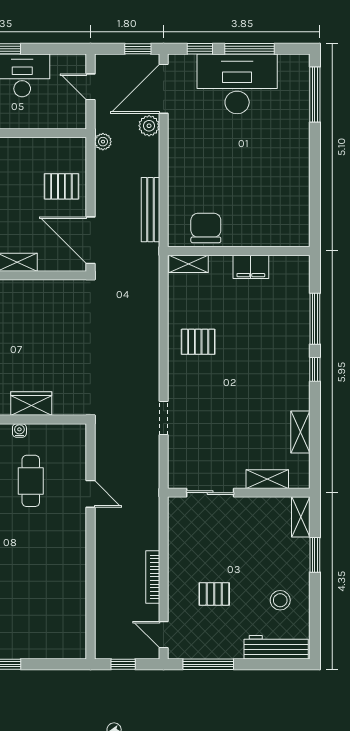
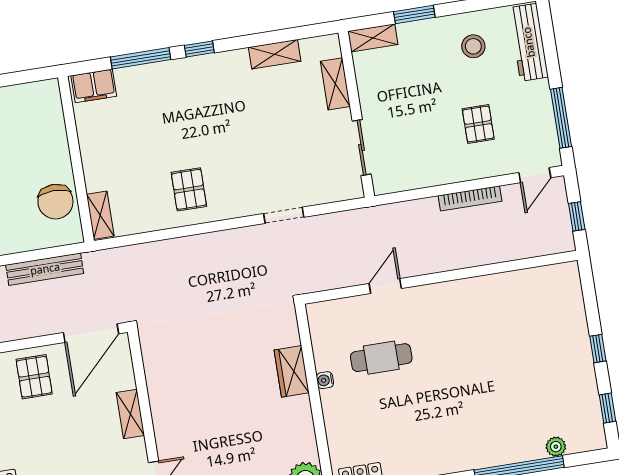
chair: (206, 228) -> (55, 202), turned -90
filing cabinet: (251, 267) -> (94, 86), moved, turned 90

